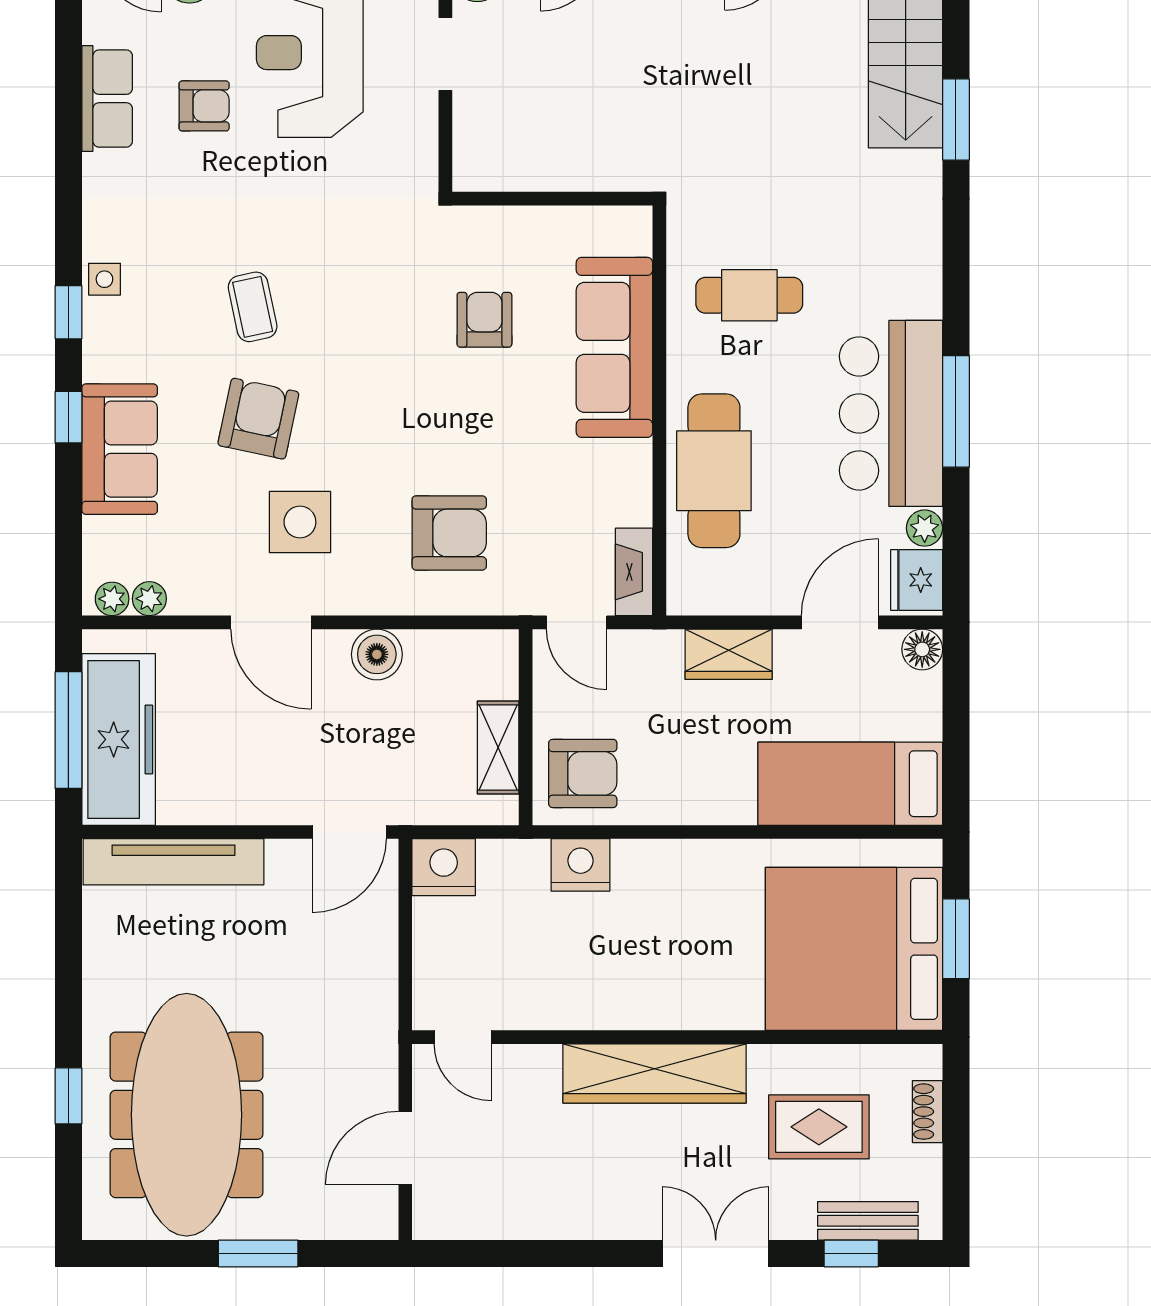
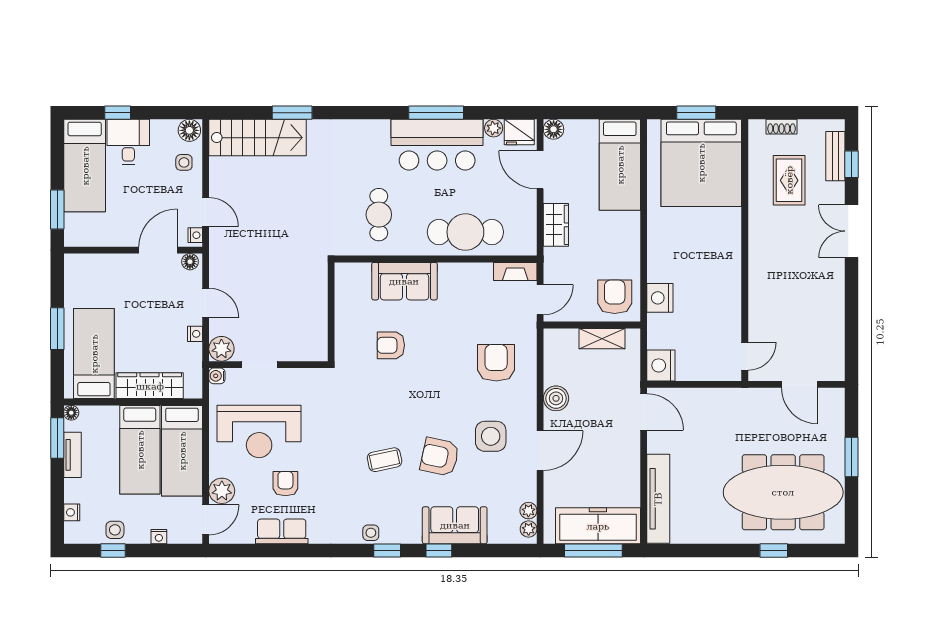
sofa: (614, 347) -> (404, 281), width x0.73
wardrobe: (655, 1073) -> (763, 261), removed

